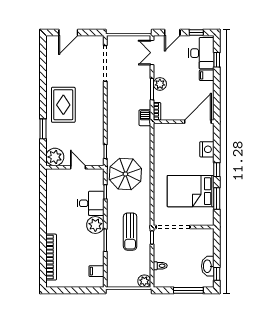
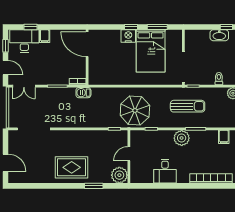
plant: (160, 84) -> (53, 79), removed
nightstand: (207, 149) -> (128, 36), moved
desk: (91, 203) -> (165, 171), moved, turned 180

